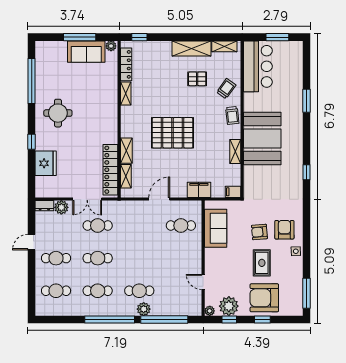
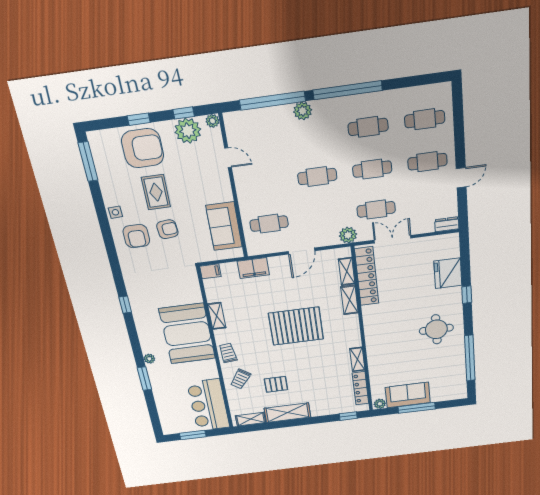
plant: (298, 119) -> (149, 359), added
plant: (61, 207) -> (348, 235), moved
cafe table: (139, 291) -> (317, 177), moved

